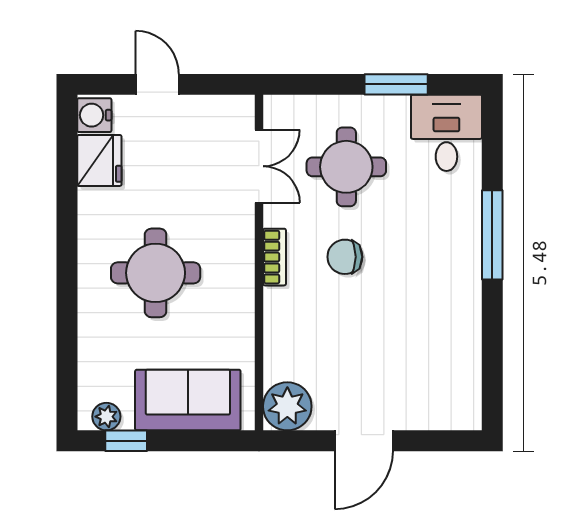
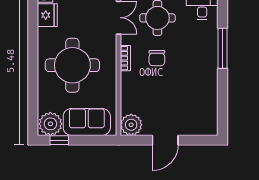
chair: (345, 257) -> (157, 58), turned -90
round table: (156, 273) -> (72, 65), width x1.36, depth x1.36
plant: (106, 417) -> (50, 124), width x1.88, depth x1.88

